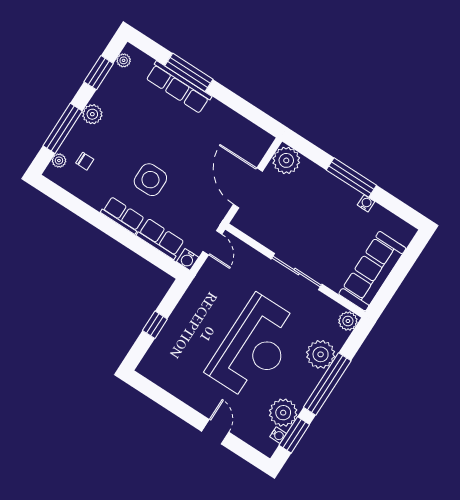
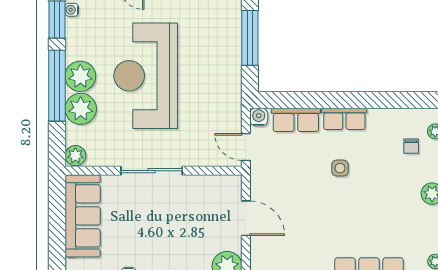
chair: (85, 161) -> (411, 146), turned -90
side table: (150, 180) -> (340, 168), width x0.54, depth x0.54
door: (248, 188) -> (246, 218), width x0.73
window: (155, 325) -> (250, 38), width x2.17
plant: (283, 413) -> (80, 76), moved

